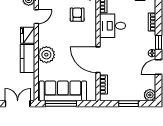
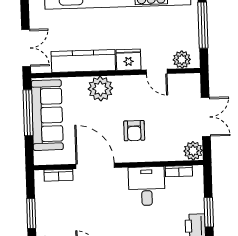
armchair: (77, 15) -> (134, 131), moved, turned 90
kitchen counter: (27, 58) -> (83, 61), width x1.50
door: (98, 60) -> (95, 166), hinge flipped

